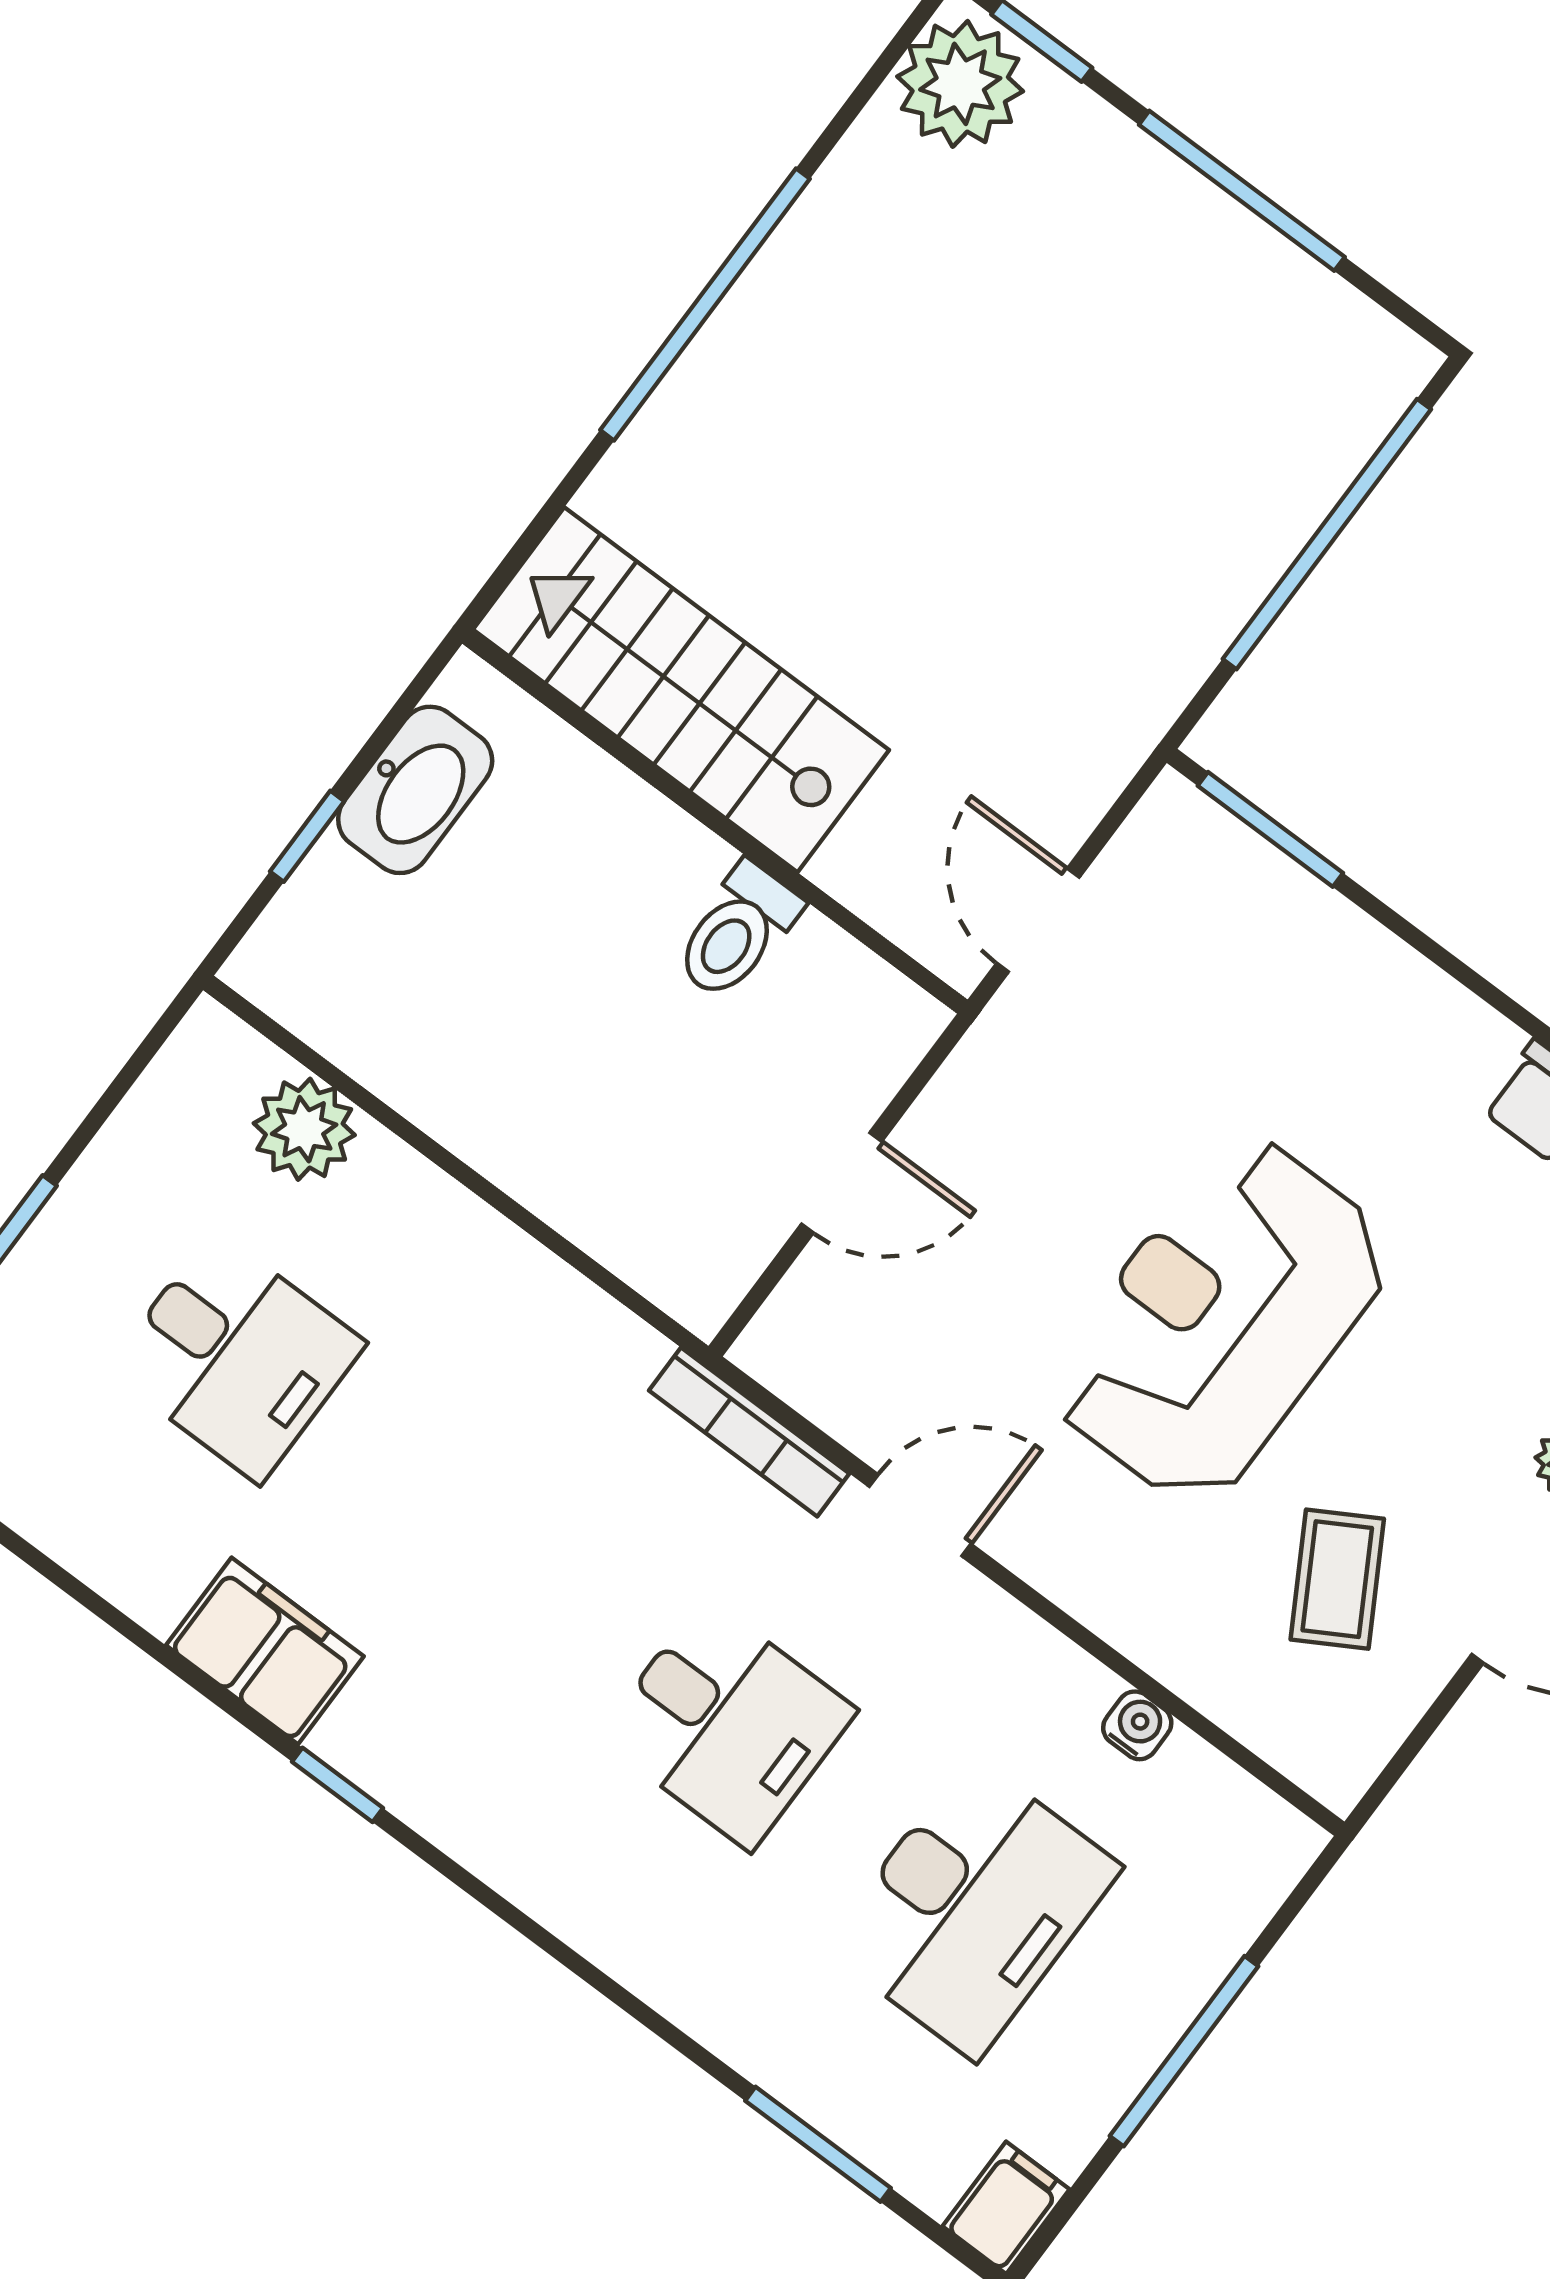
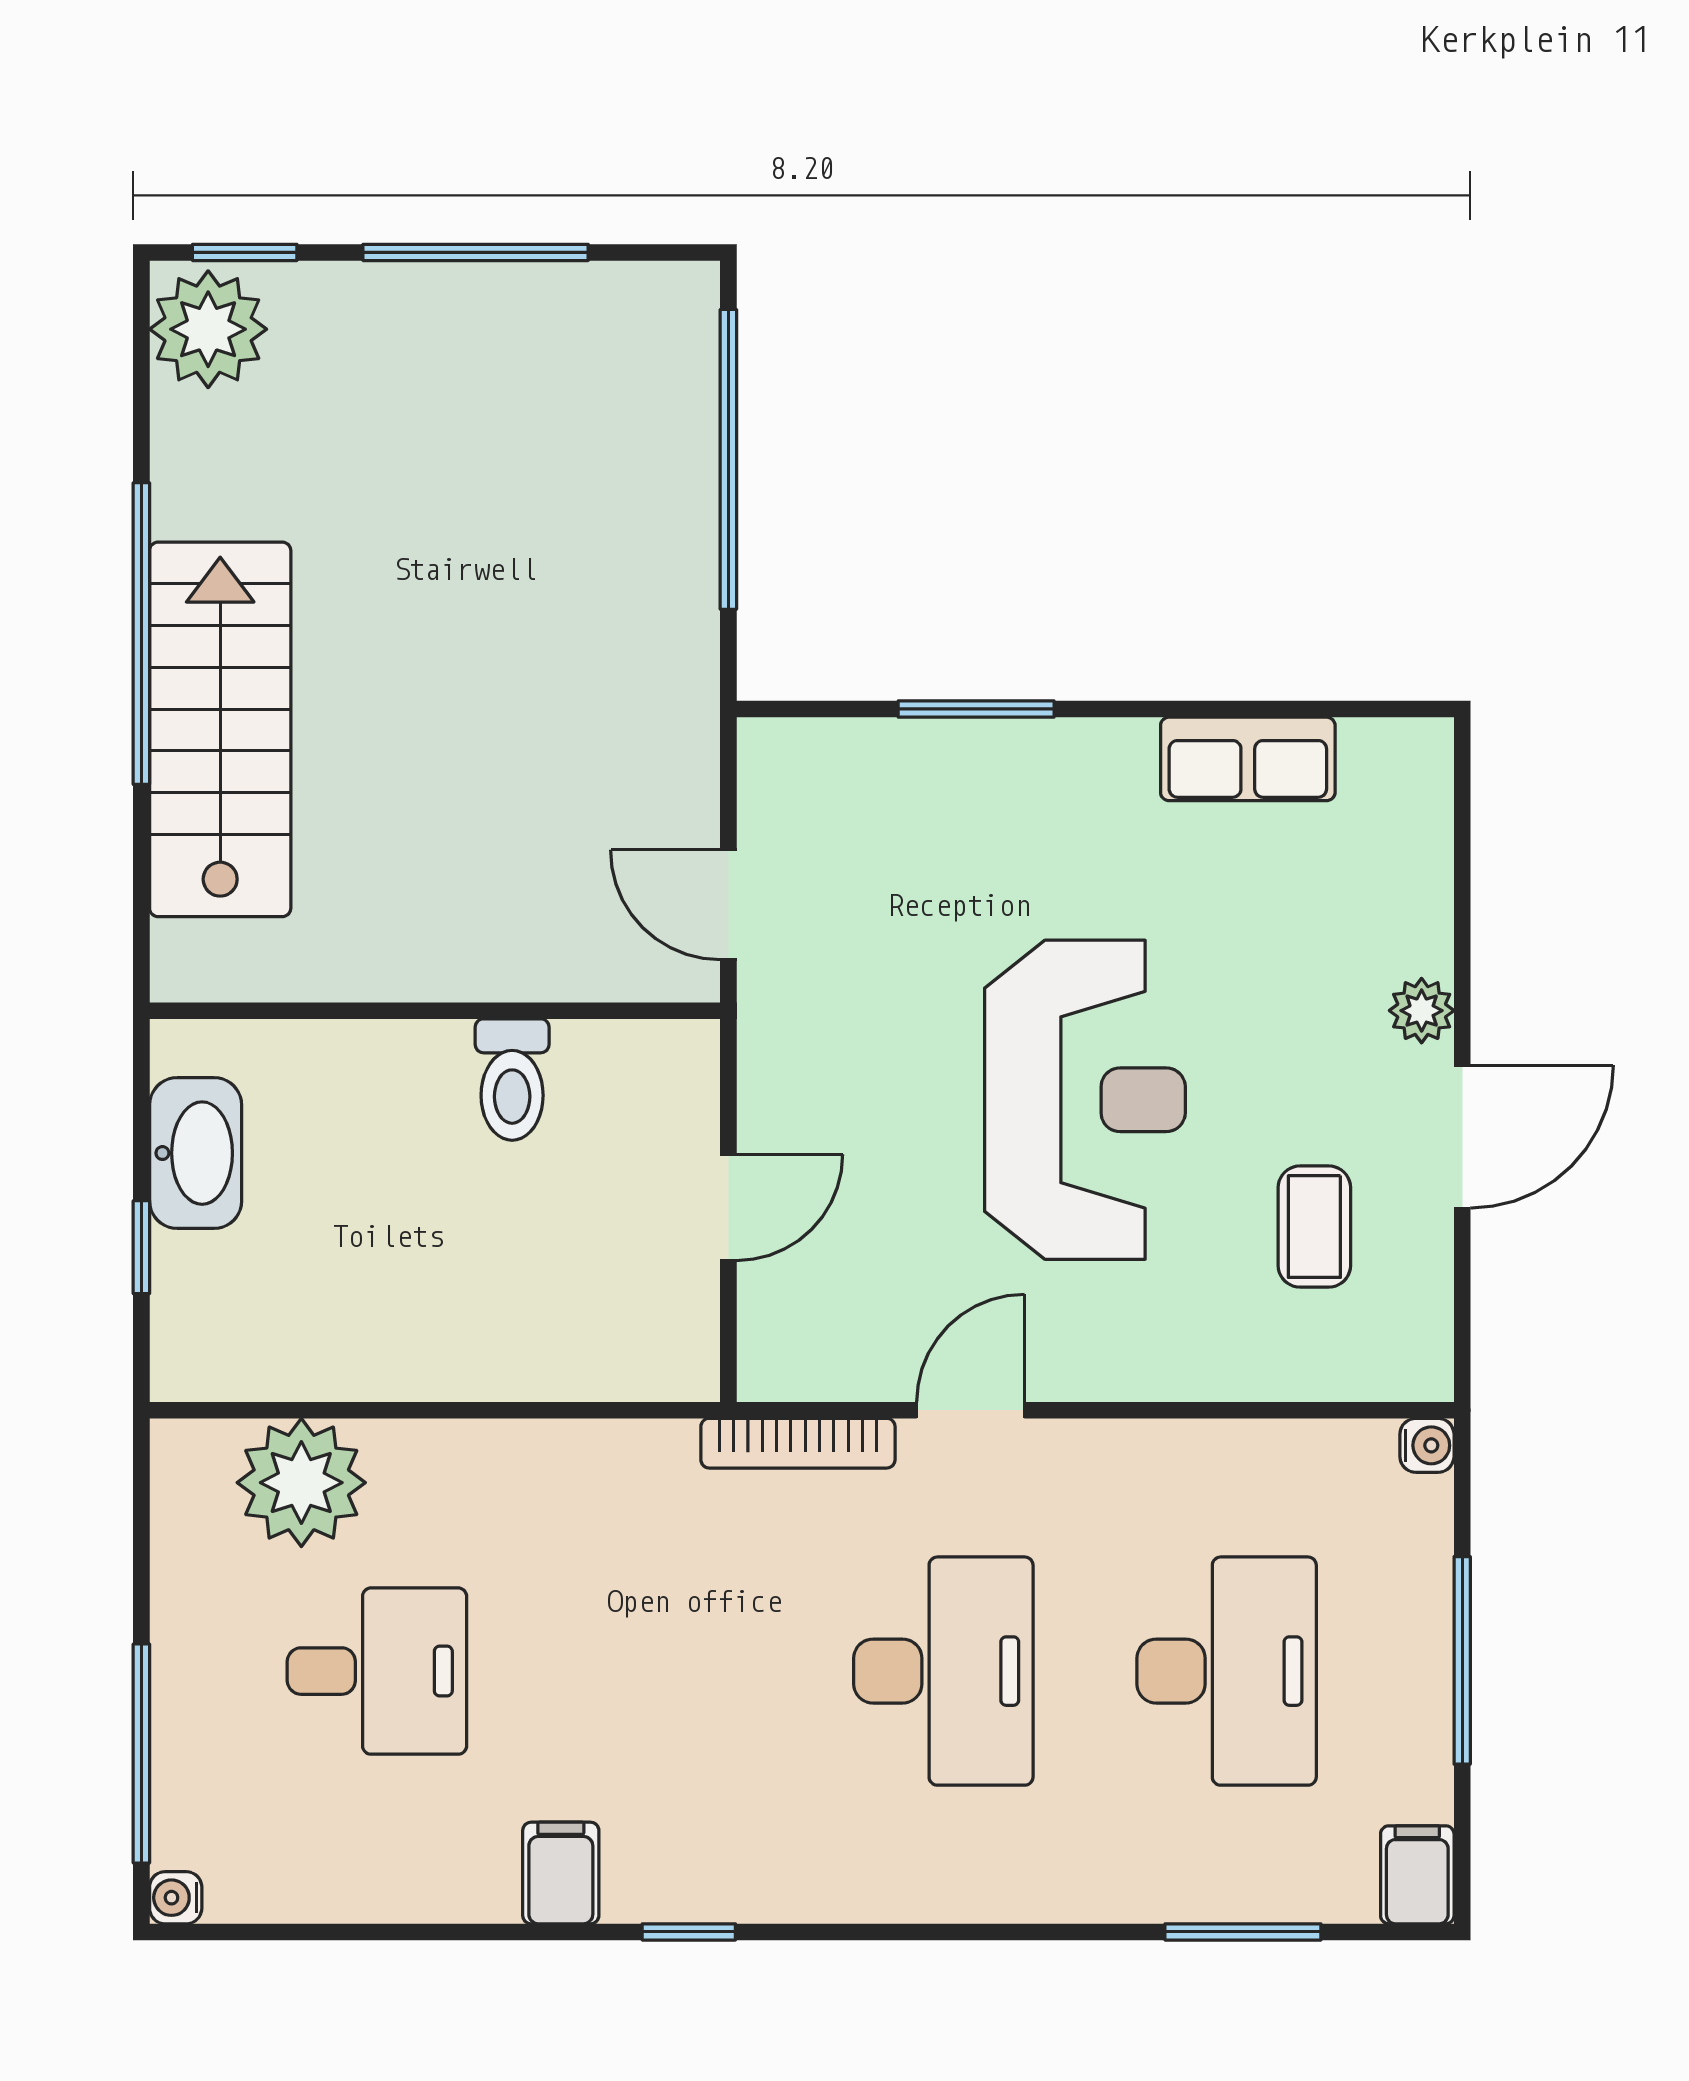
stairs: (681, 690) -> (220, 729), moved, turned 90
window: (1270, 829) -> (976, 709), moved
plant: (304, 1129) -> (301, 1483), width x1.36, depth x1.36
reception desk: (1221, 1320) -> (1085, 1100), turned 180
coffee table: (1337, 1579) -> (1314, 1227), turned 30
filing cabinet: (265, 1651) -> (561, 1873), width x0.50
desk: (727, 1724) -> (943, 1671), width x1.37
water cooler: (1137, 1725) -> (1427, 1445), moved, turned 90

